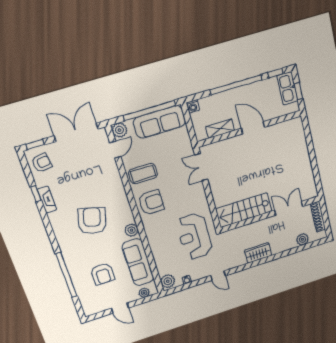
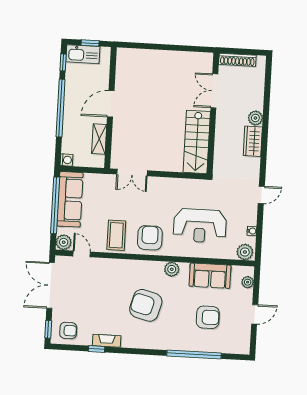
armchair: (42, 163) -> (68, 331), turned 98
reception desk: (194, 236) -> (200, 226), moved
plant: (302, 239) -> (255, 118), moved
sofa: (138, 262) -> (210, 276), width x0.73

